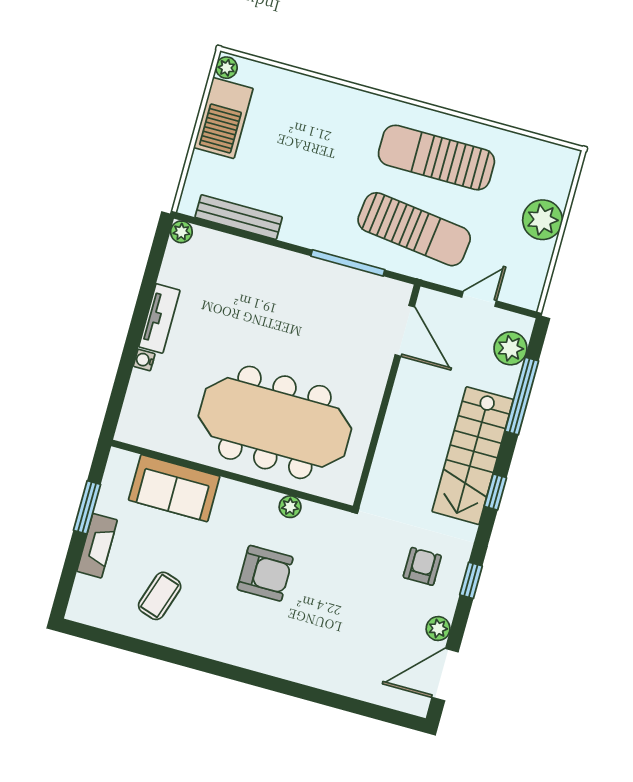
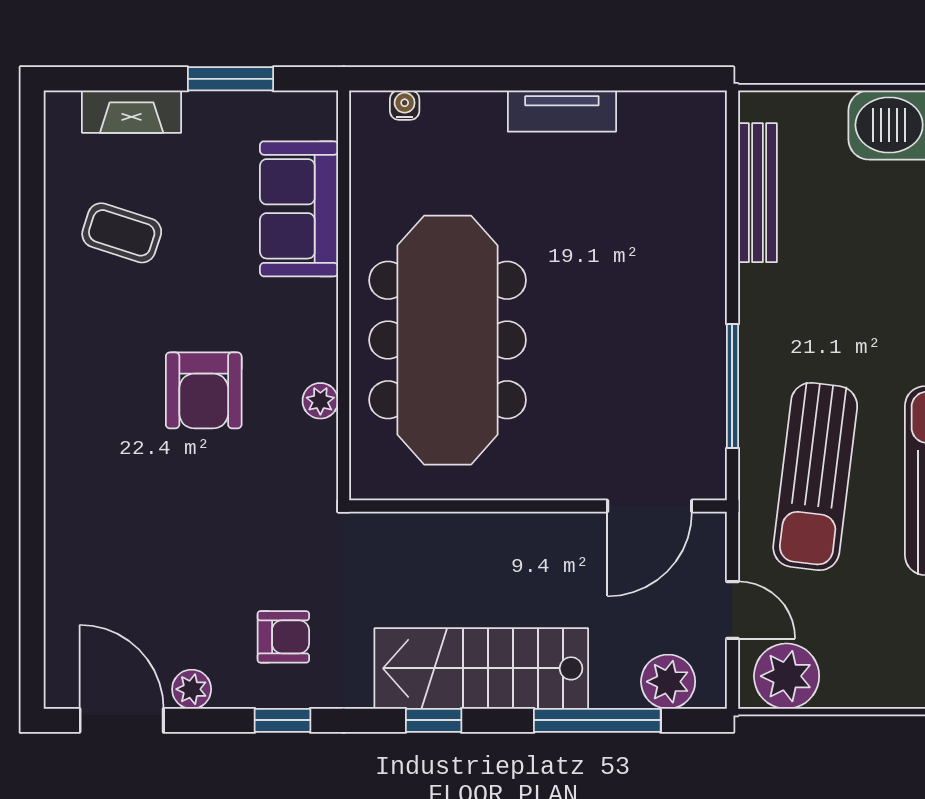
plant: (542, 220) -> (787, 676), moved
plant: (181, 232) -> (709, 108), removed
water cooler: (144, 360) -> (405, 105), moved
fireplace: (97, 546) -> (132, 112), moved

